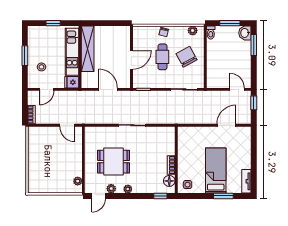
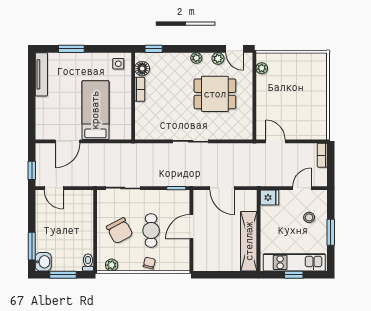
kitchen unit: (72, 52) -> (294, 262), moved, turned -90
bed: (216, 171) -> (95, 110), moved, turned 180
tv unit: (246, 181) -> (41, 74), width x1.41
door: (99, 196) -> (235, 49), swing flipped

